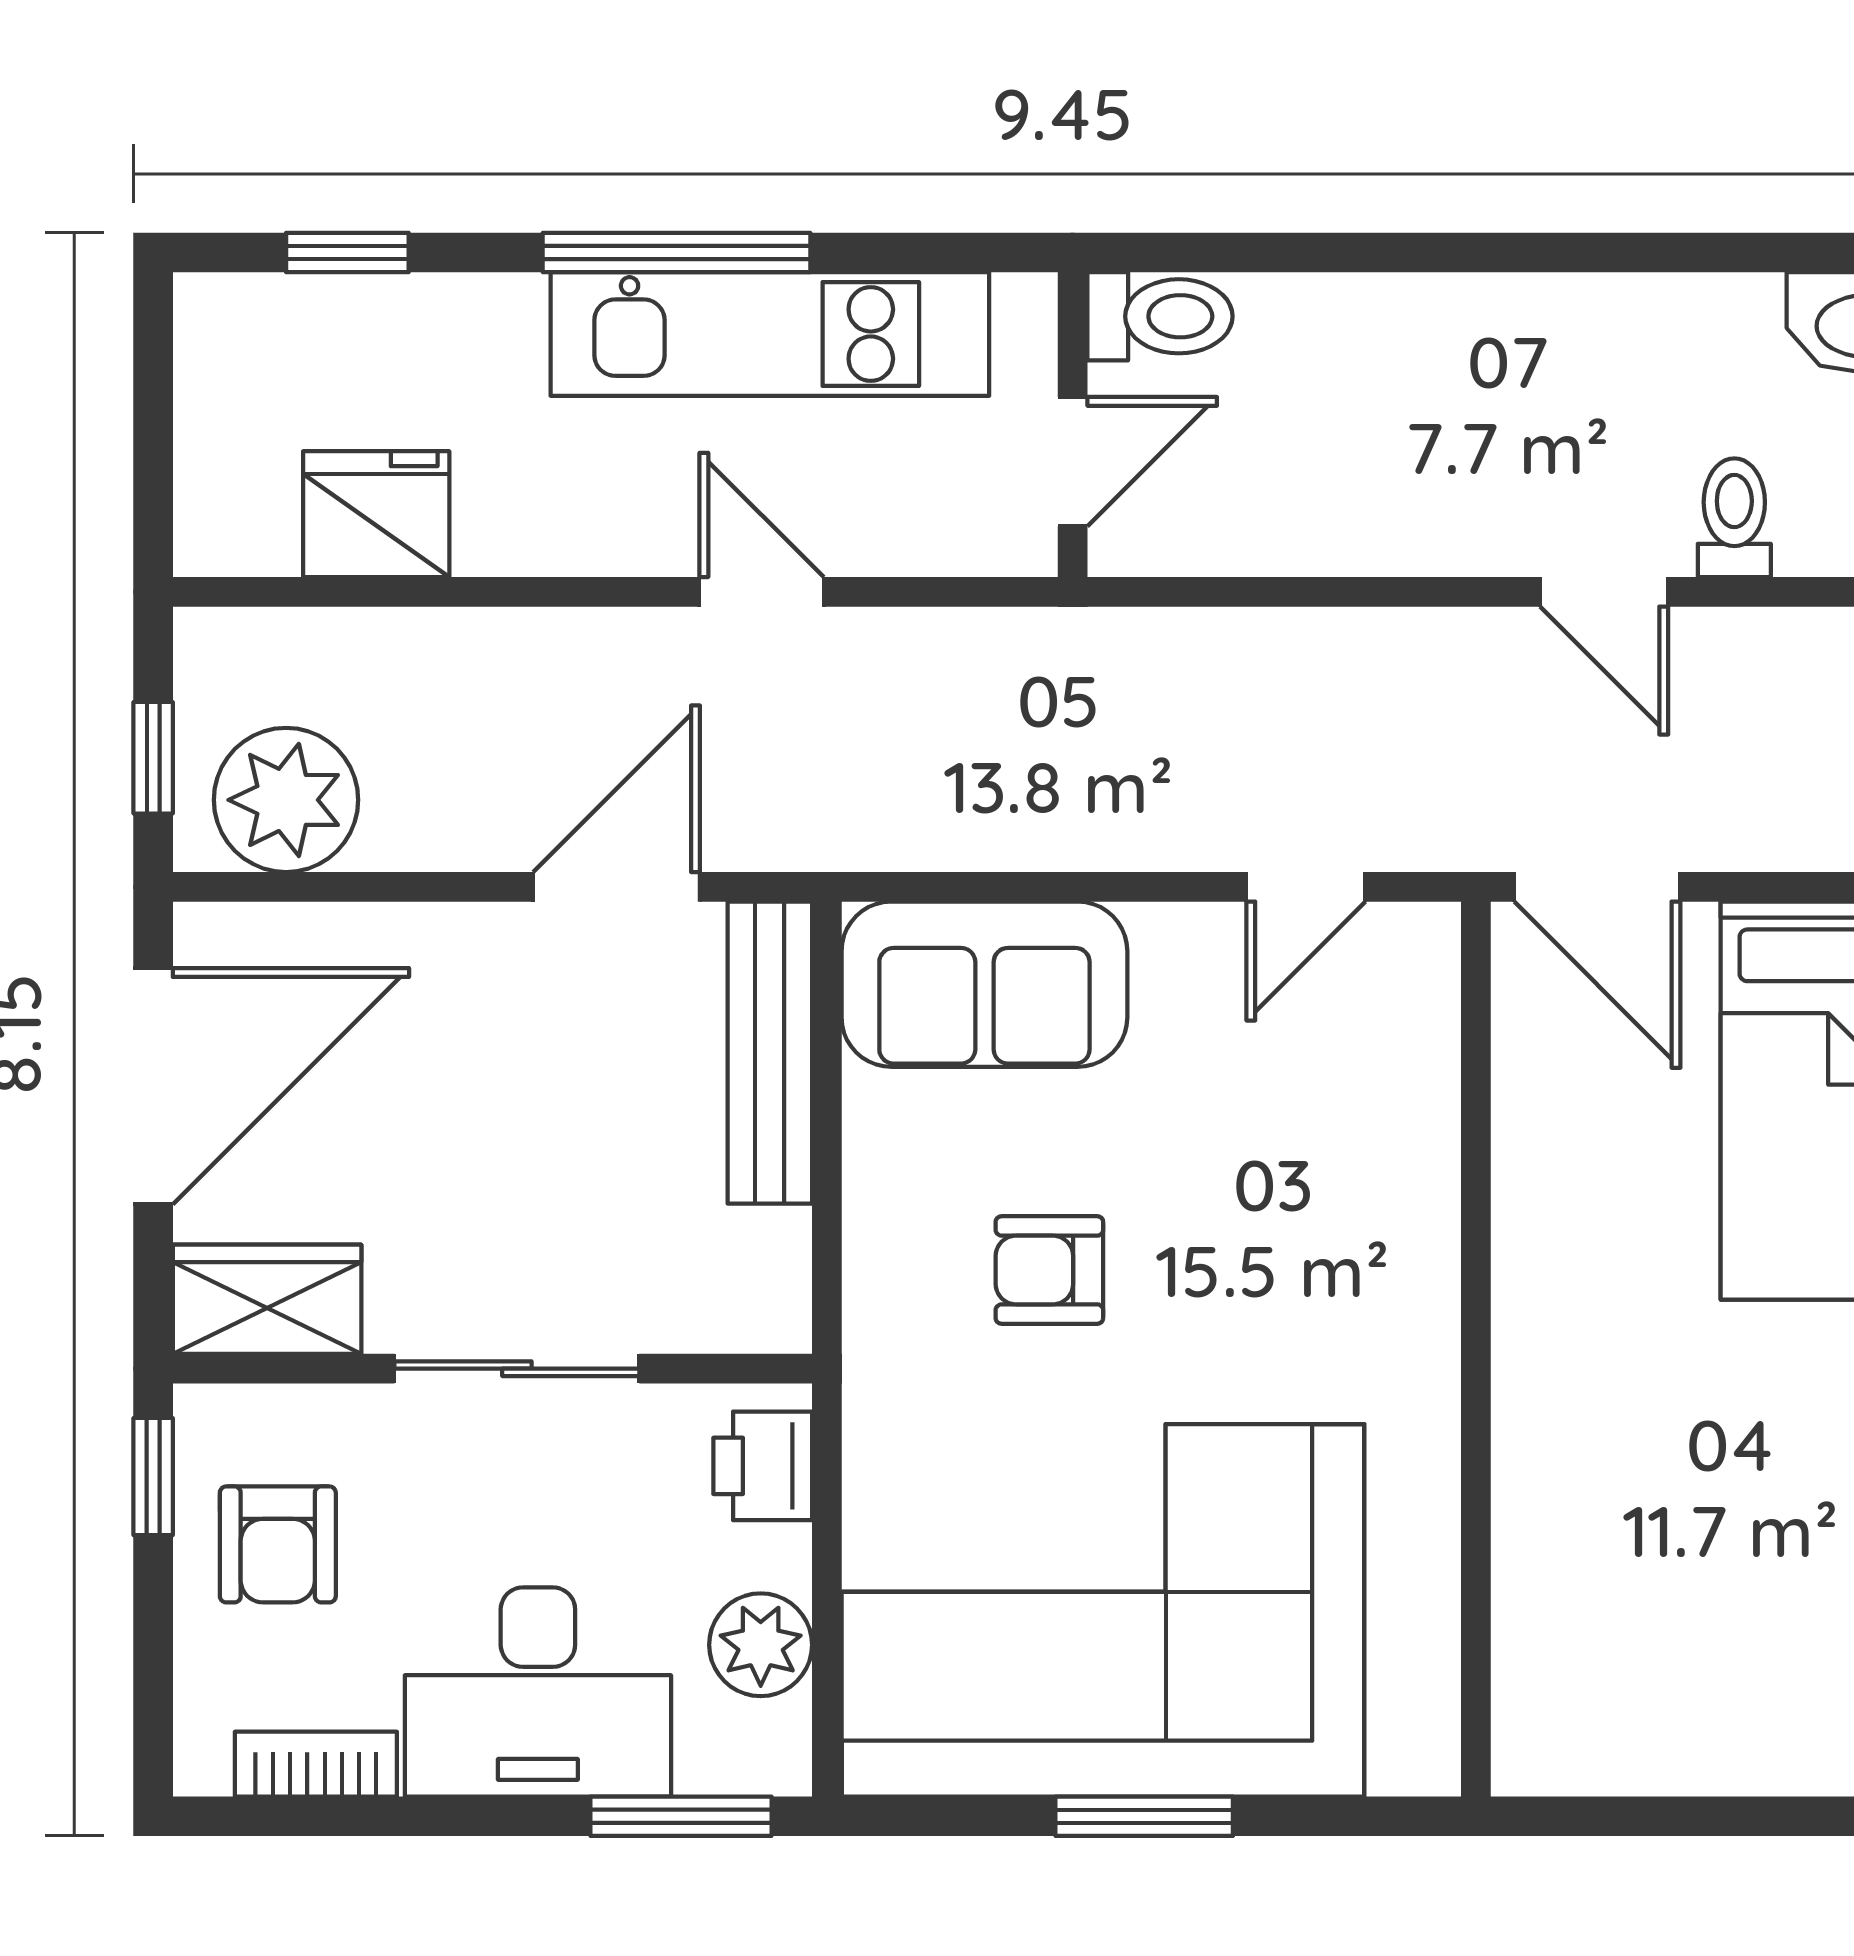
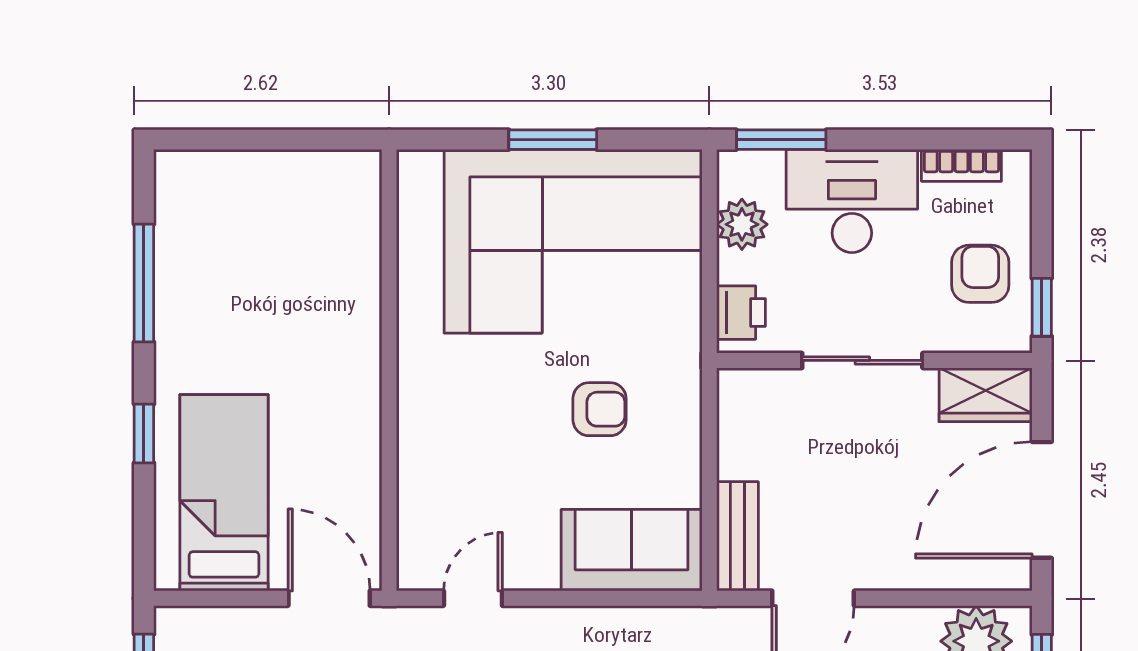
bench: (770, 1053) -> (737, 536), width x0.73

